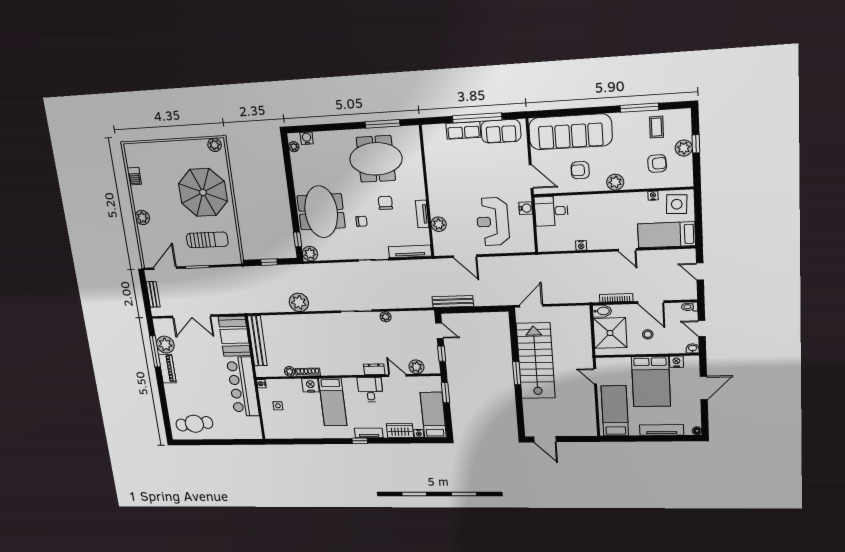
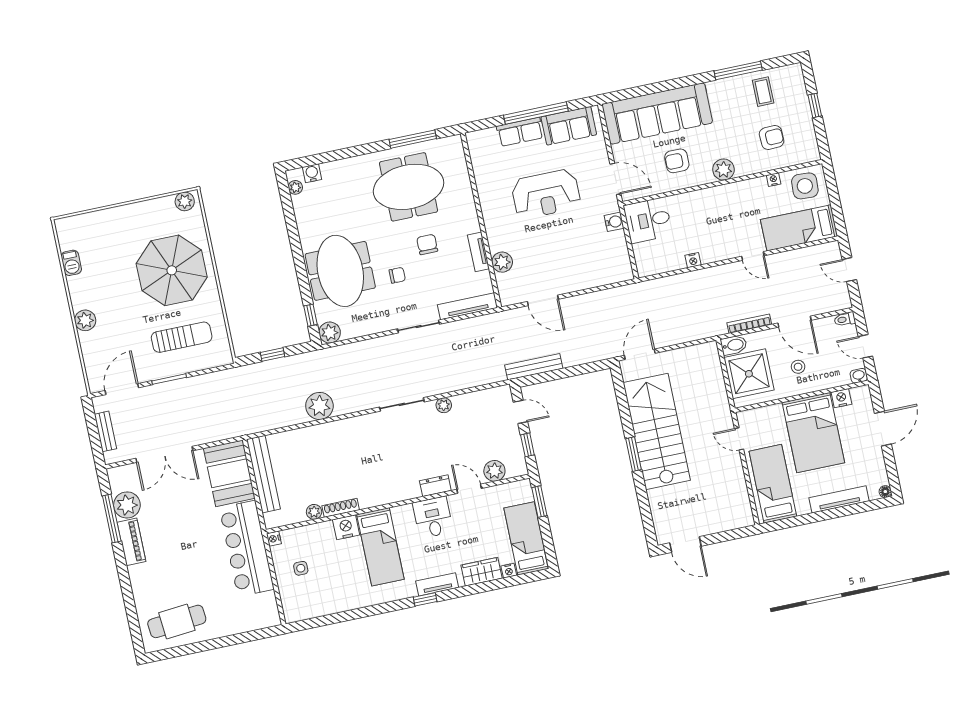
plant: (684, 148) -> (801, 113), removed
reception desk: (493, 222) -> (546, 194), moved, turned -90

